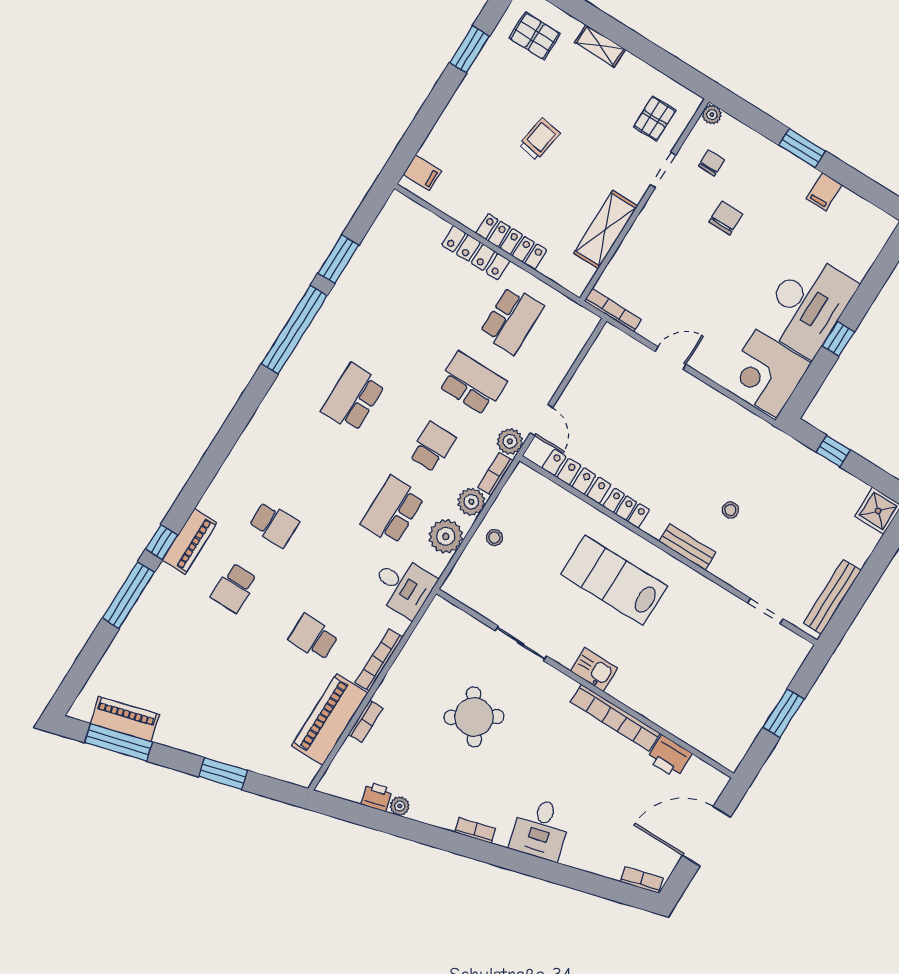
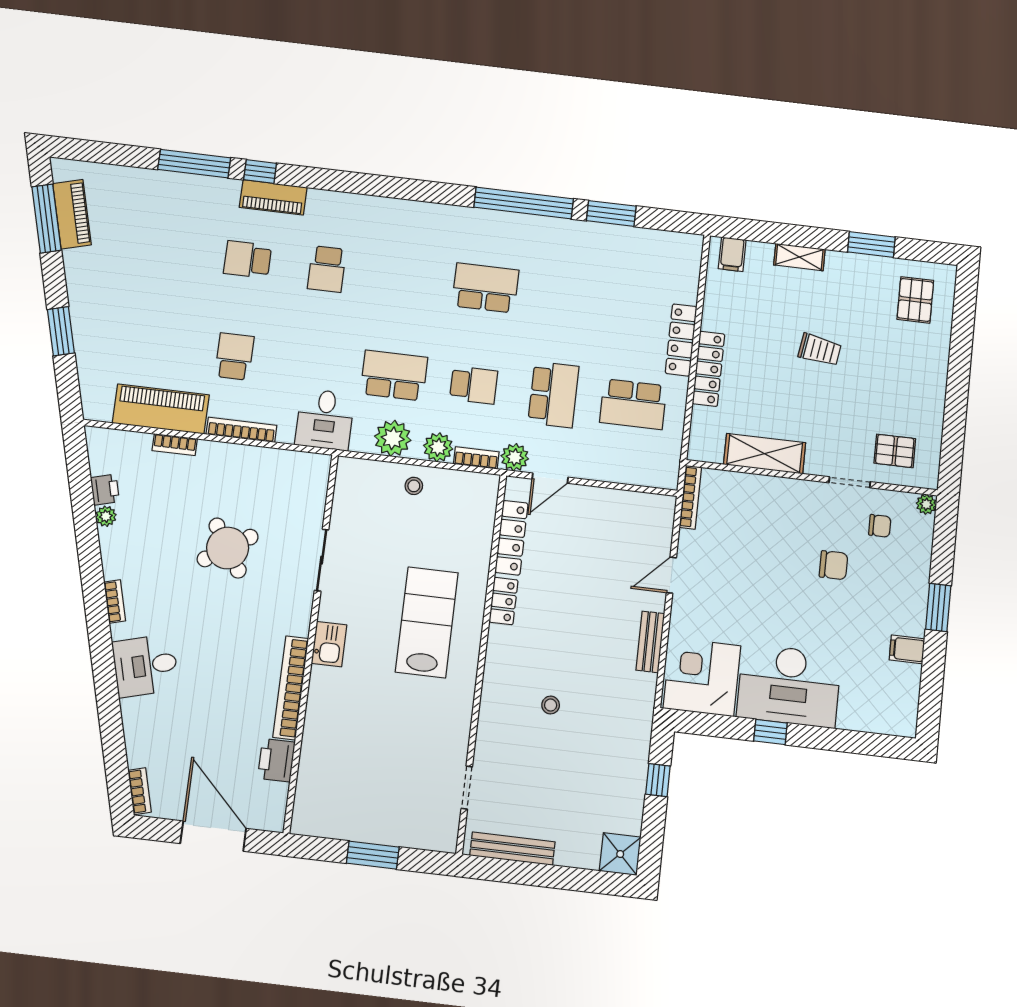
shelving: (600, 46) -> (799, 257), moved, turned 90
door: (670, 358) -> (671, 575), swing flipped
bench: (687, 547) -> (650, 642), moved

